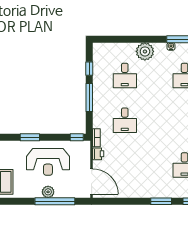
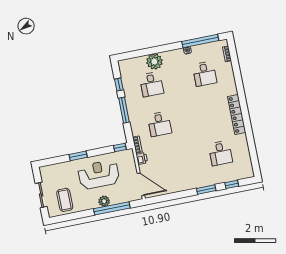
plant: (145, 51) -> (154, 62), moved
reception desk: (48, 162) -> (99, 175), turned 180

